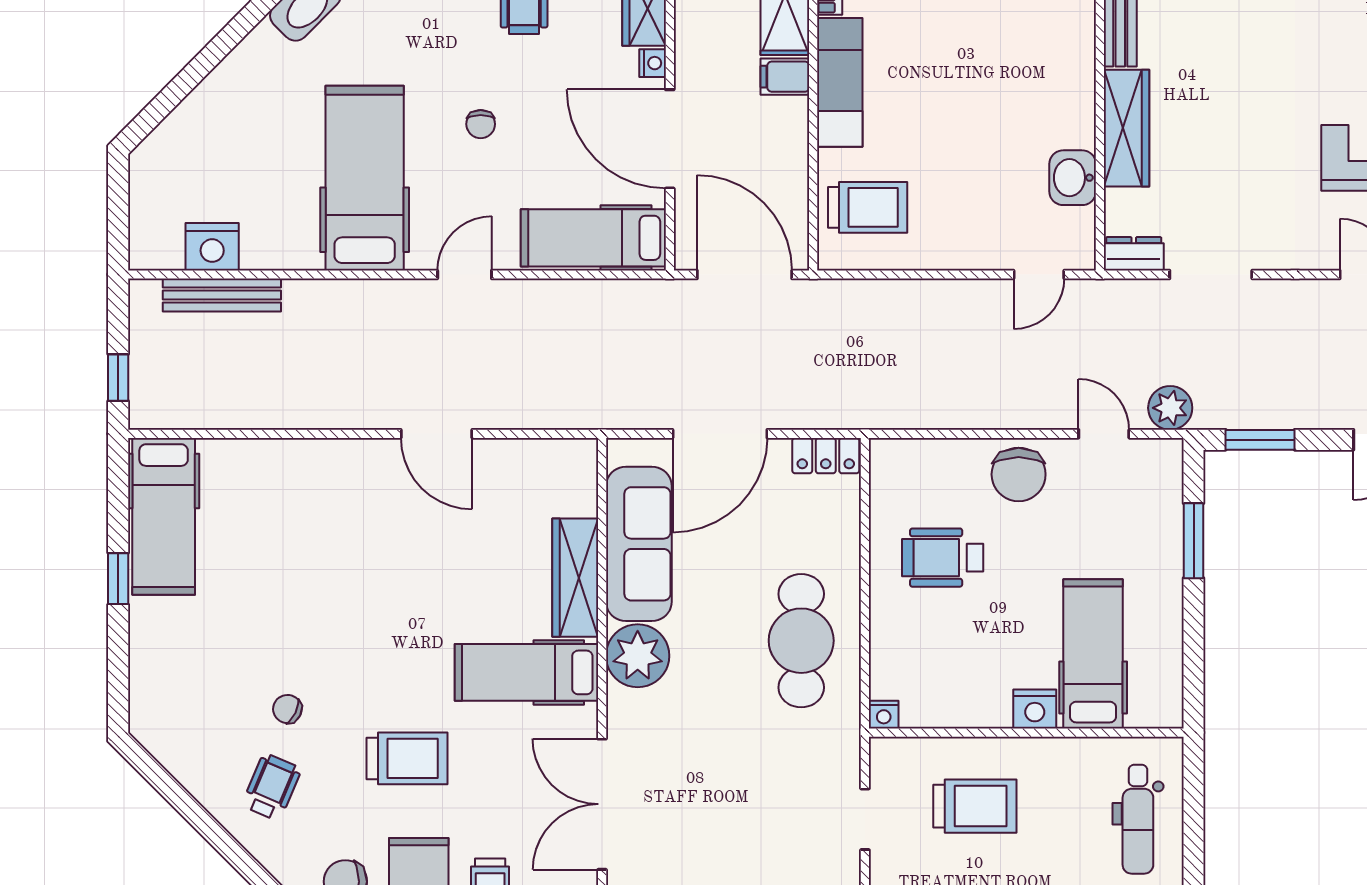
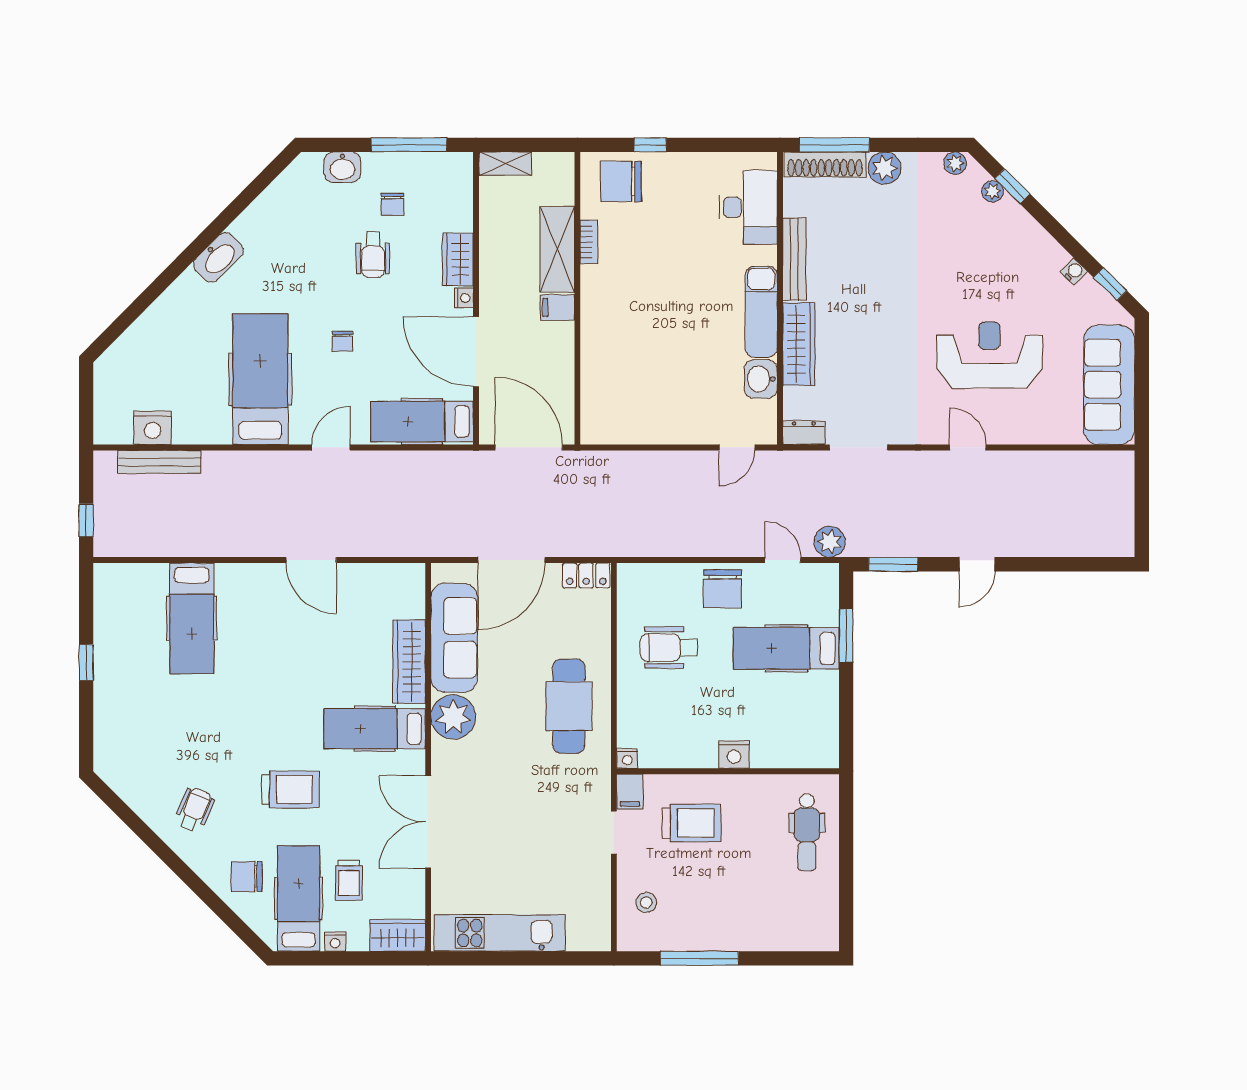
exam couch: (840, 82) -> (761, 312), moved, turned 180
trolley: (868, 207) -> (616, 400), removed
hospital bed: (164, 516) -> (192, 618), moved
hospital bed: (1093, 654) -> (786, 648), moved, turned -90
chair: (287, 709) -> (206, 755), removed
filing cabinet: (888, 761) -> (630, 792), added

